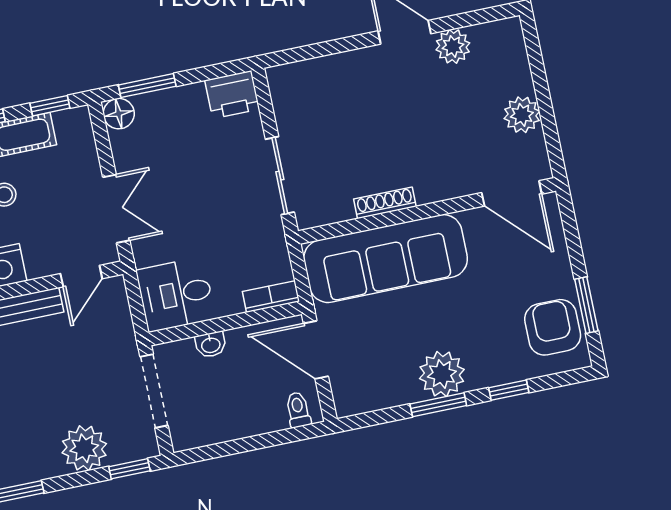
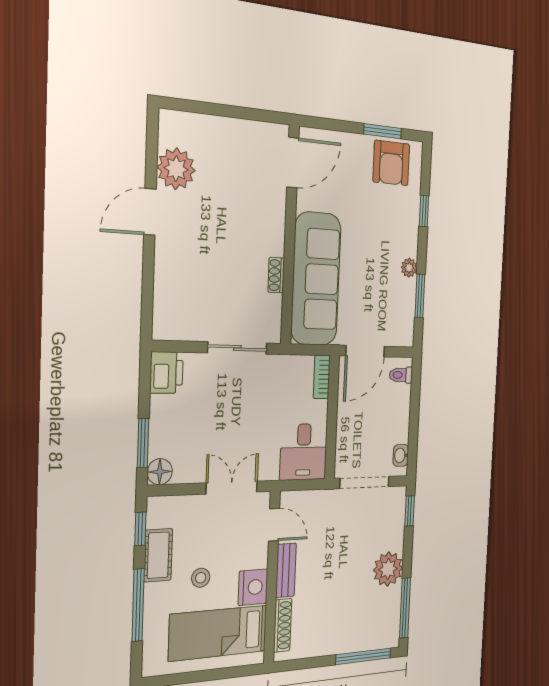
plant: (453, 46) -> (176, 169), width x1.36, depth x1.36
plant: (522, 115) -> (237, 134), removed
shoe rack: (385, 203) -> (276, 275), width x0.70
armchair: (553, 327) -> (391, 163), turned -90
washbasin: (211, 345) -> (401, 455), moved, turned 180
plant: (442, 374) -> (409, 268), width x0.53, depth x0.53
window: (438, 405) -> (420, 296), moved
plant: (84, 448) -> (388, 569), moved

